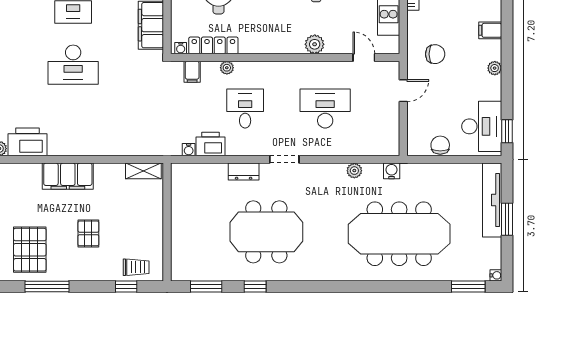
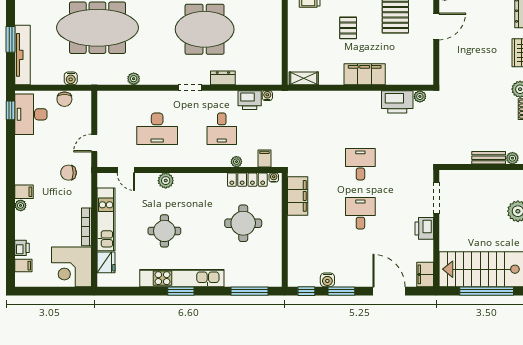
desk: (73, 65) -> (360, 164), width x0.73
plant: (495, 68) -> (21, 205), moved
water cooler: (392, 171) -> (71, 78), moved

